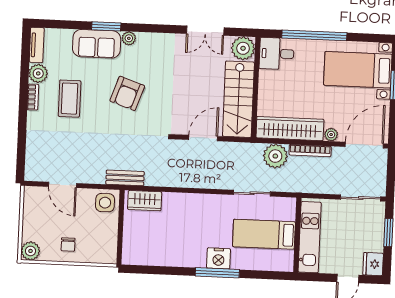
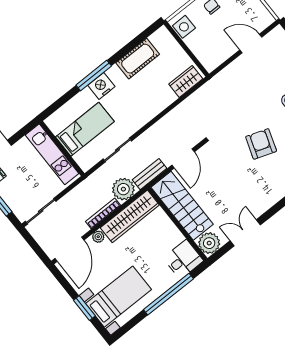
bench: (125, 178) -> (150, 174), moved
side table: (105, 203) -> (184, 27), moved
cot: (168, 255) -> (138, 59), added

